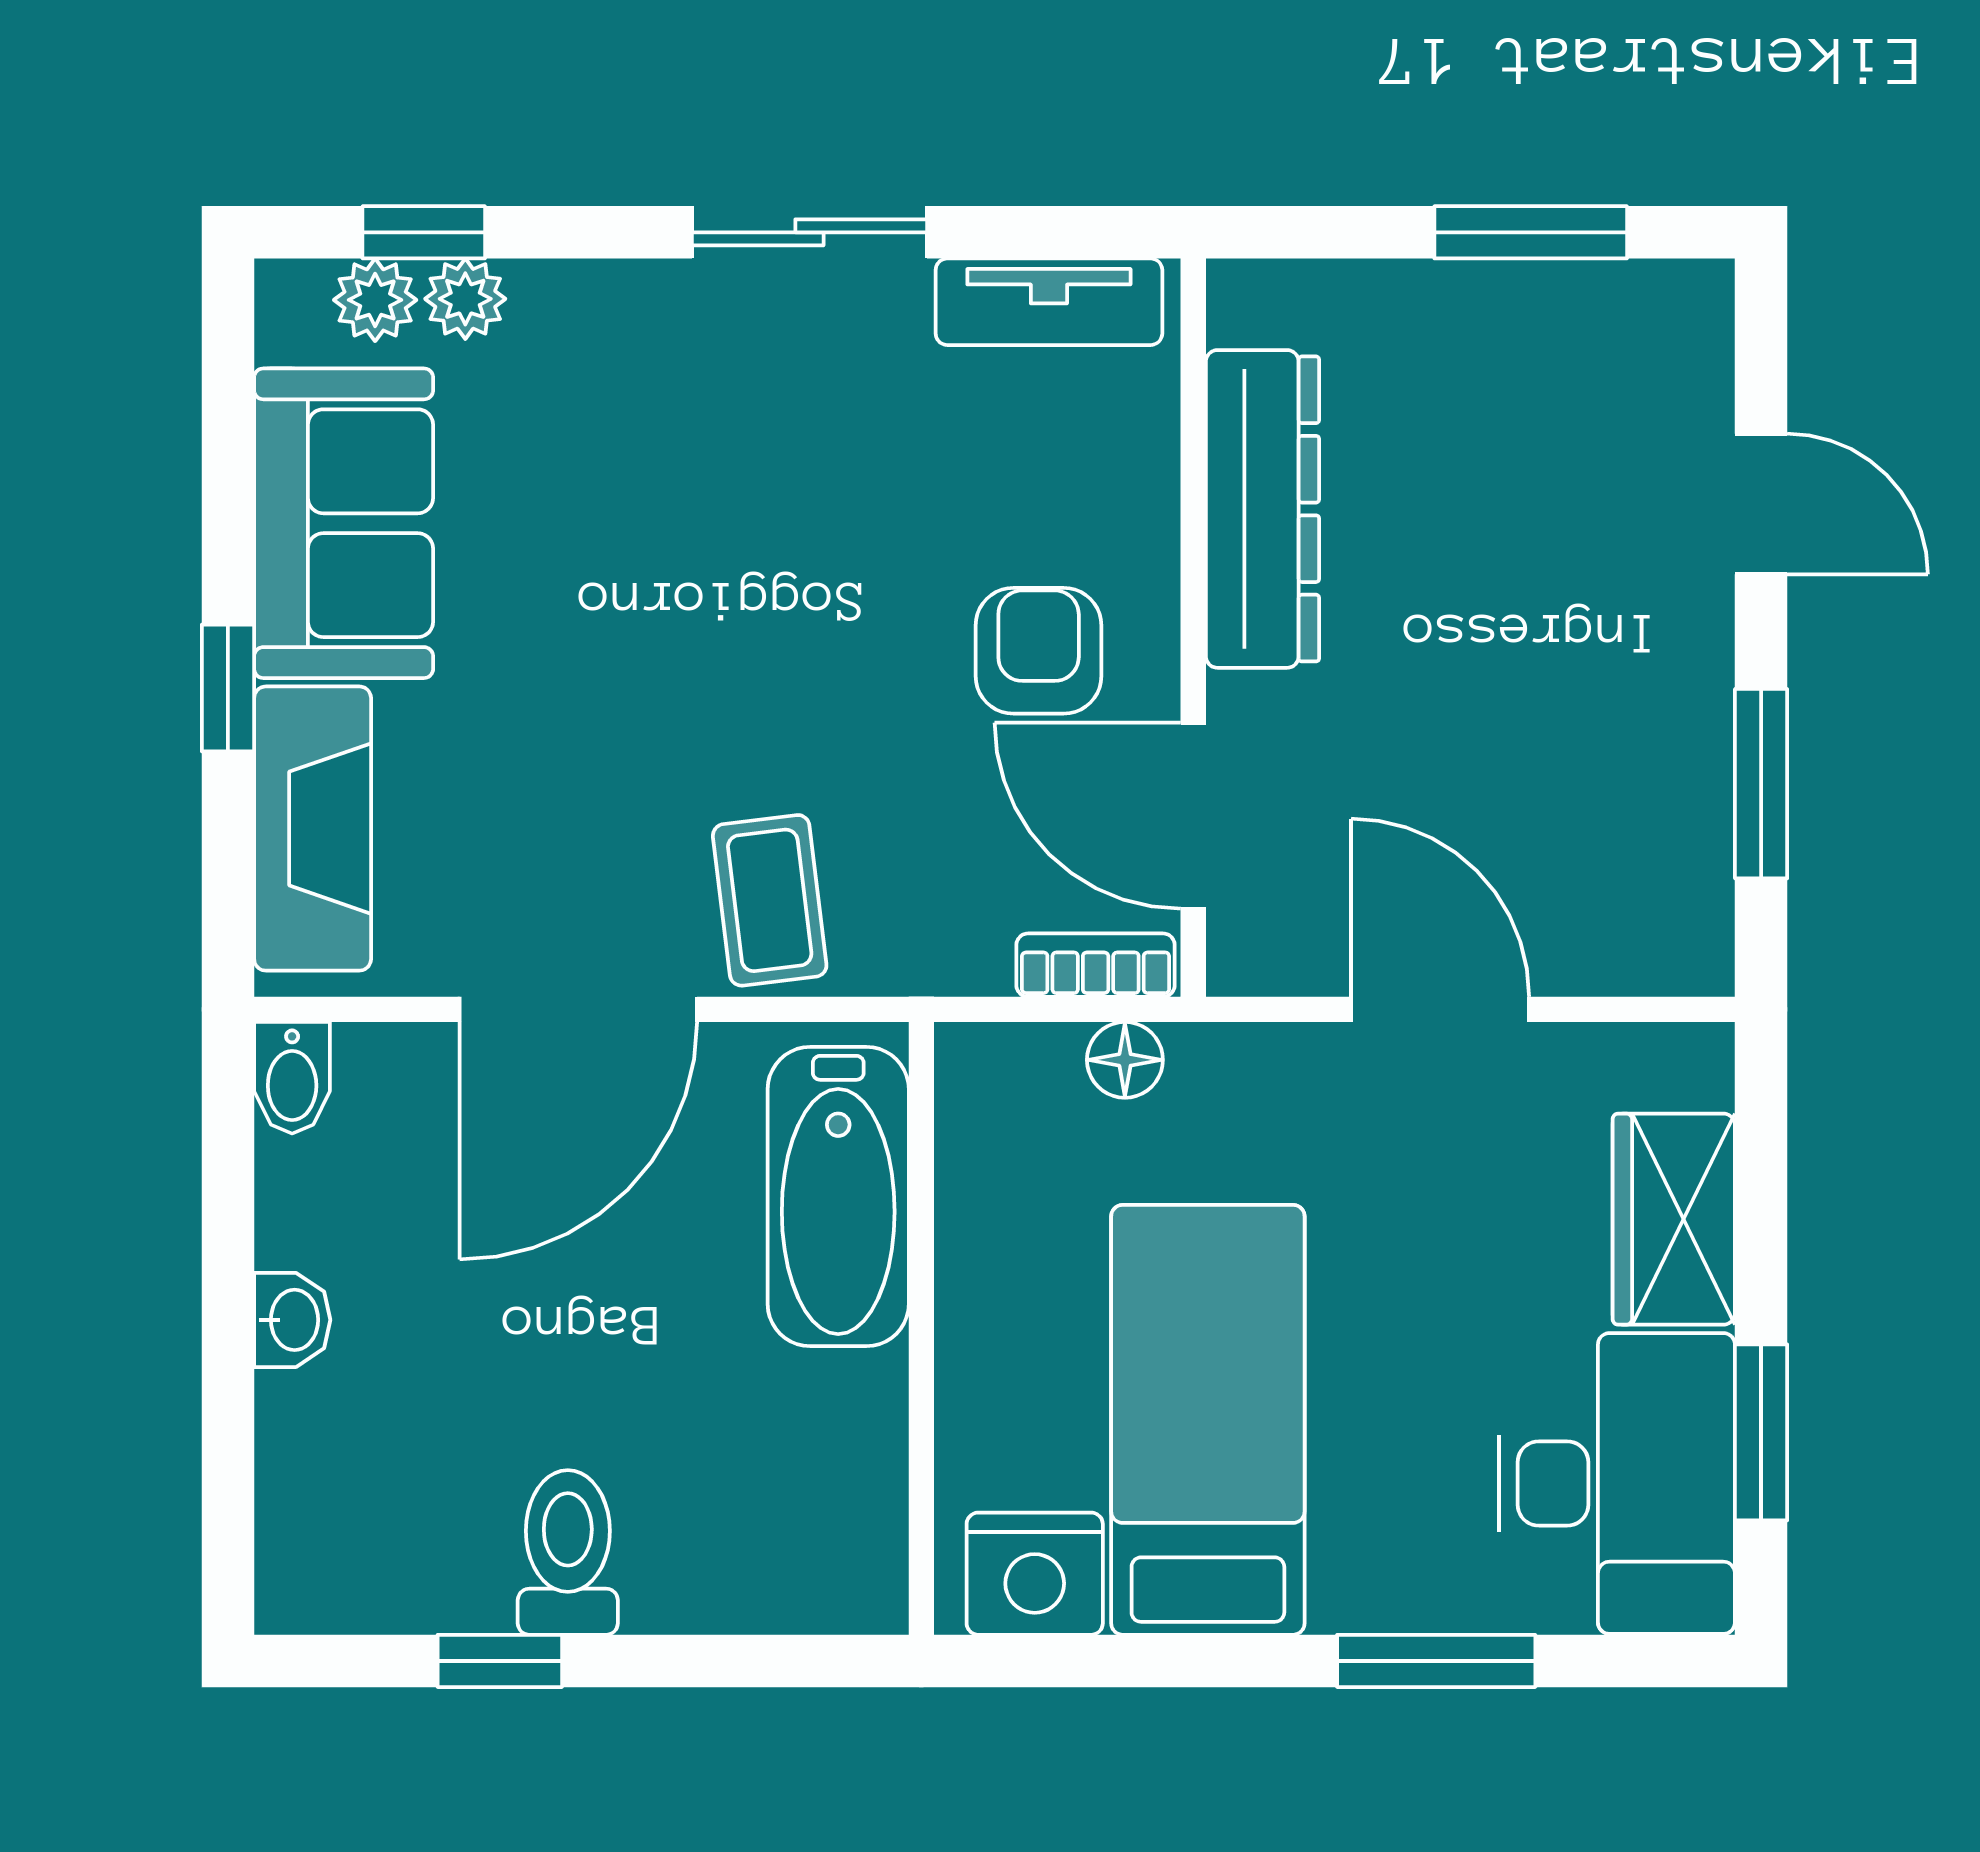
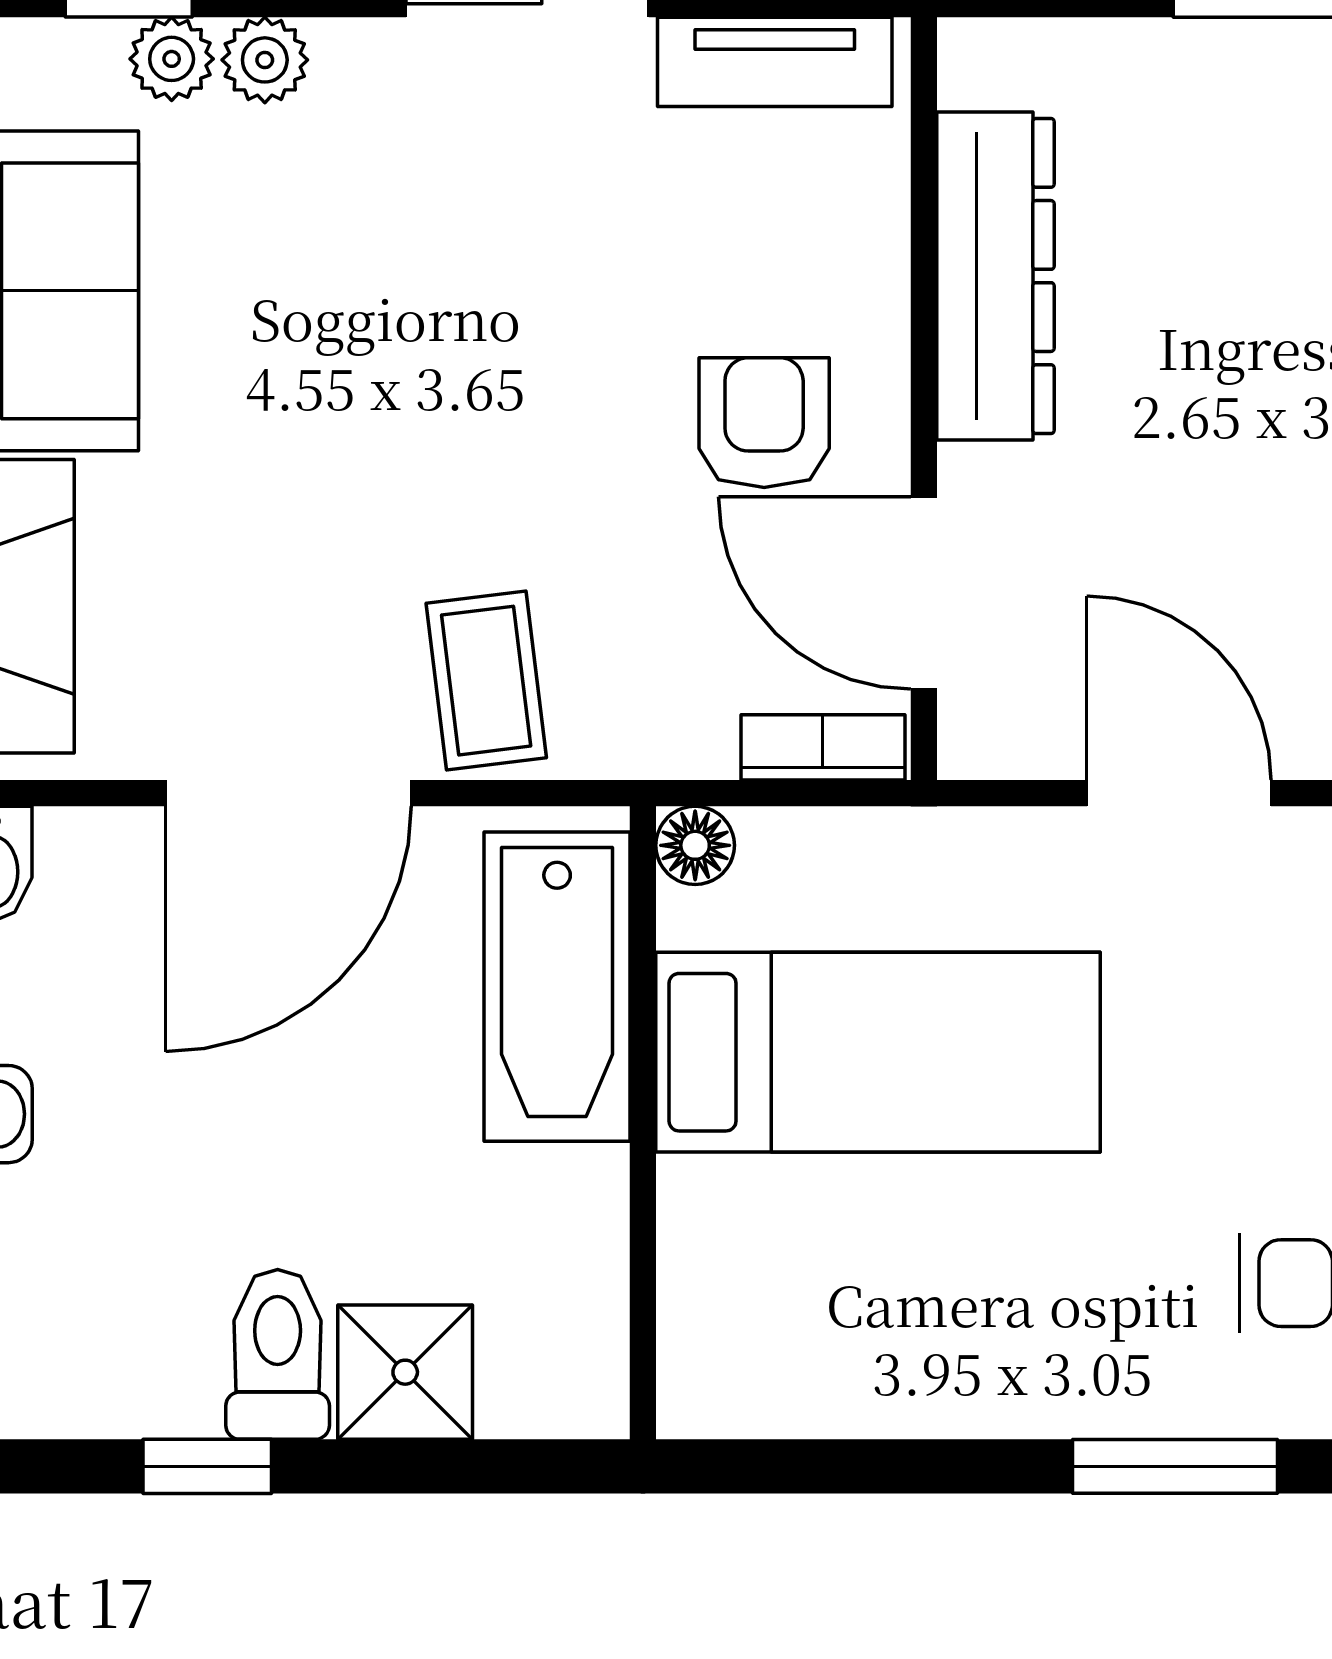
plant: (375, 300) -> (265, 60), moved
floor lamp: (1125, 1060) -> (695, 845), moved
bed: (1208, 1420) -> (878, 1052), moved, turned 90
shower: (691, 1570) -> (405, 1372), added
nightstand: (1035, 1574) -> (760, 1376), removed

